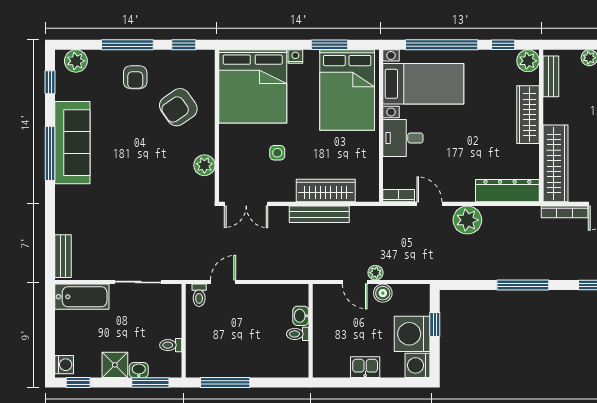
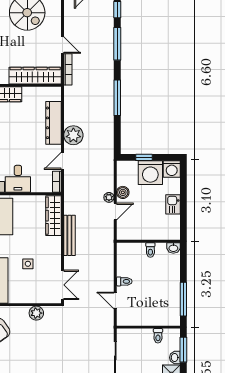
wardrobe: (326, 191) -> (53, 216), moved
dresser: (507, 191) -> (53, 123), moved
toilet: (199, 295) -> (124, 281), moved
washbasin: (301, 316) -> (173, 248), moved

